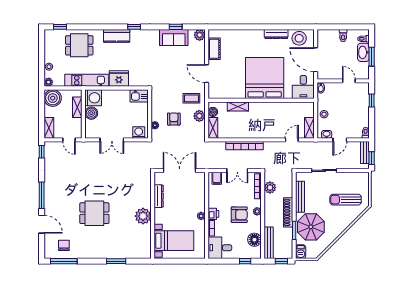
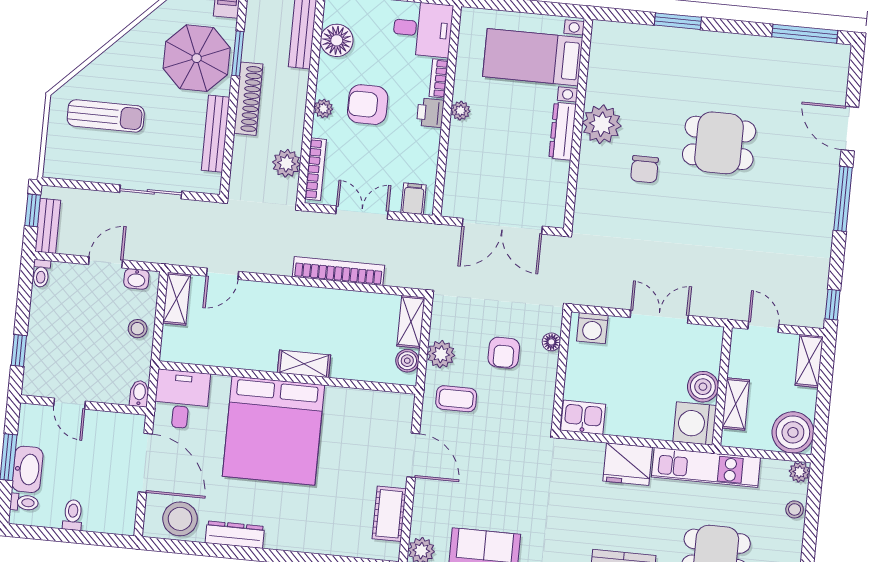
shelving: (238, 106) -> (304, 364), moved
dresser: (159, 196) -> (563, 131), moved
chair: (64, 245) -> (644, 169), moved

